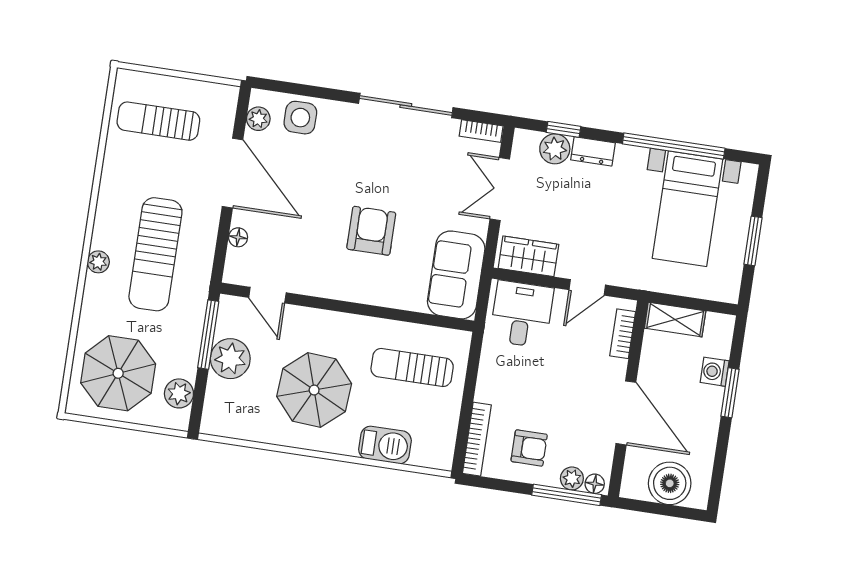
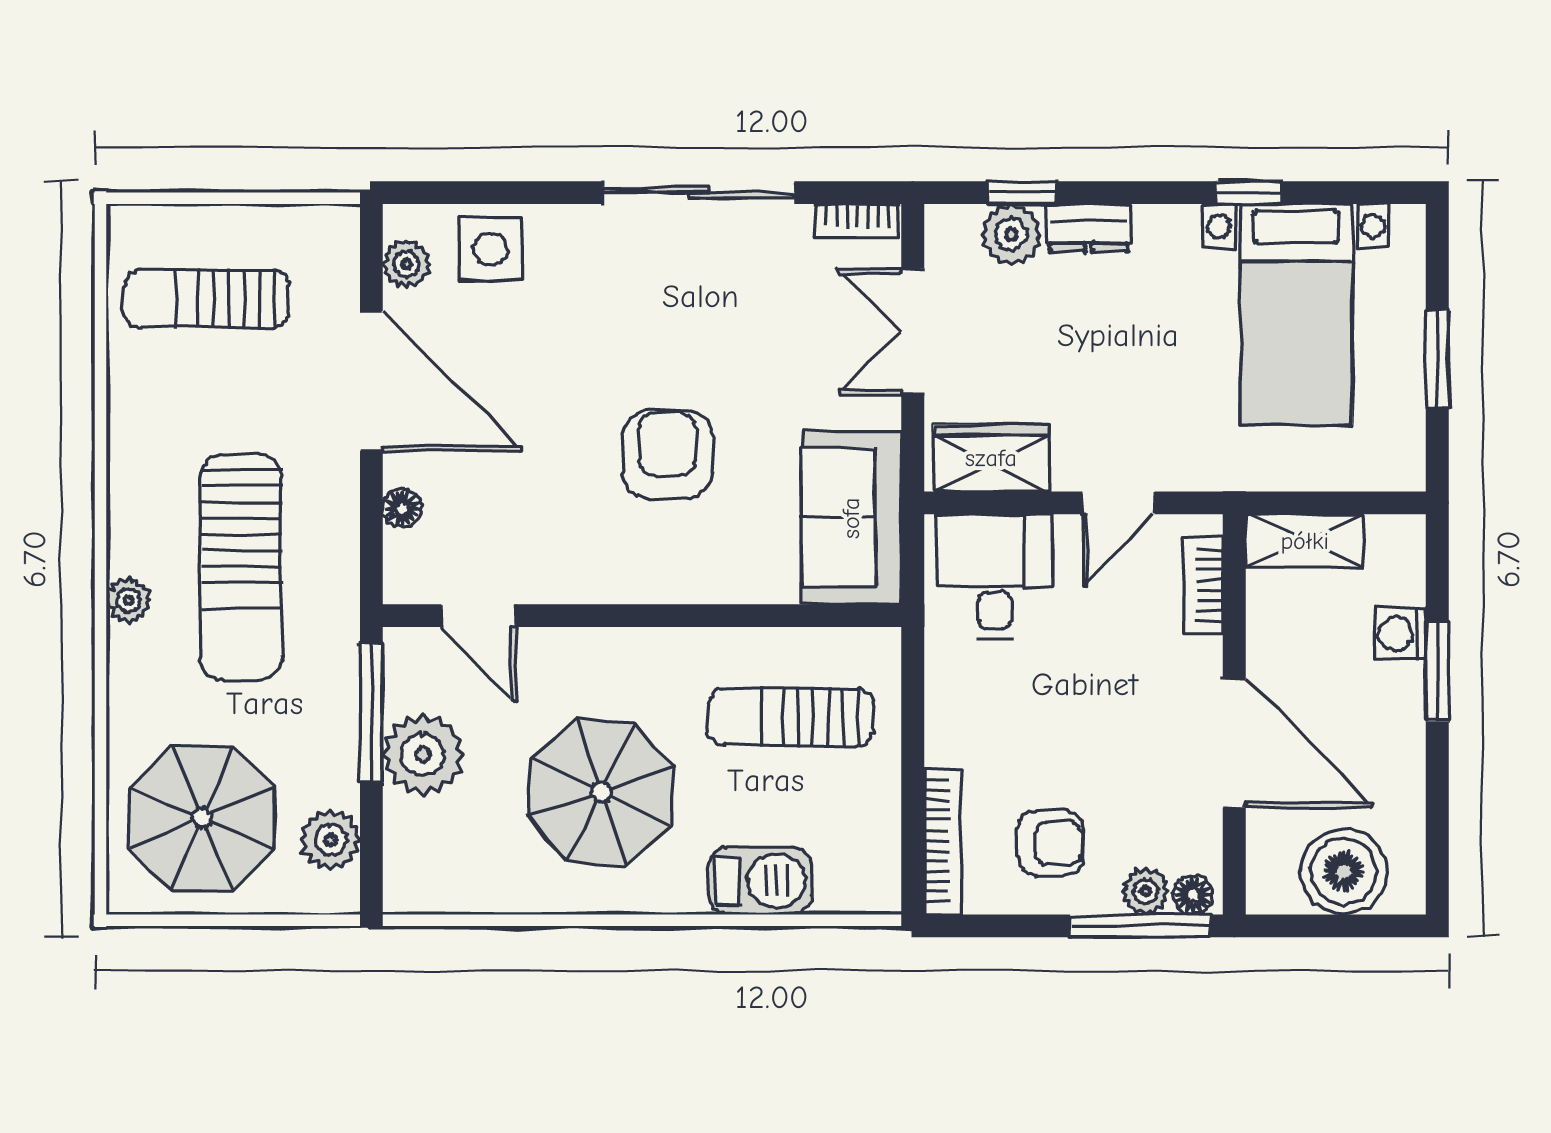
window: (674, 146) -> (1249, 193), width x0.32

